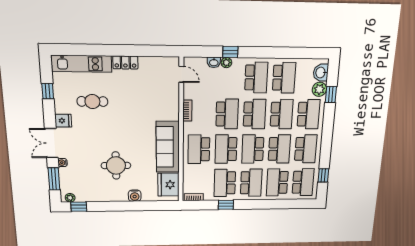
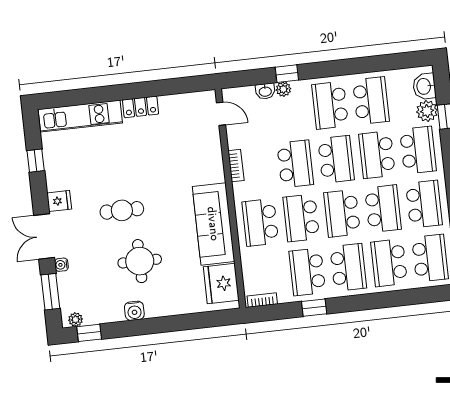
school desk: (256, 78) -> (330, 105), turned 180
cafe table: (92, 101) -> (122, 210), moved
school desk: (282, 114) -> (377, 155), turned 180
water cooler: (135, 196) -> (134, 311), moved

